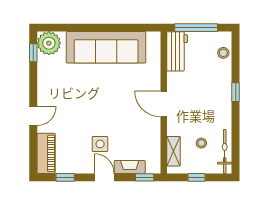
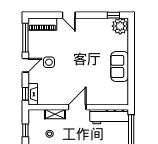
sofa: (106, 47) -> (120, 66), width x0.54, depth x0.79
workbench: (177, 51) -> (109, 117), width x1.38
shelving: (174, 151) -> (55, 114), moved
fireplace: (130, 167) -> (33, 94), moved
window: (65, 177) -> (25, 38), width x2.17

